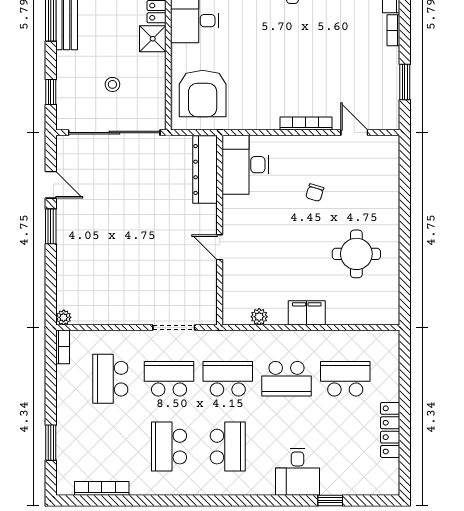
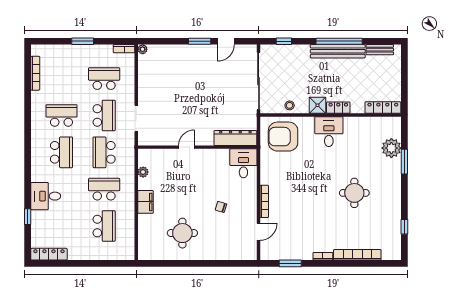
stool: (112, 84) -> (290, 105), moved
desk: (245, 165) -> (243, 163), width x0.73
school desk: (228, 379) -> (104, 152), turned 180
school desk: (286, 379) -> (104, 189), turned 90
locker: (390, 430) -> (49, 254), moved
window: (51, 443) -> (83, 41), moved
school desk: (228, 447) -> (61, 152), turned -90

